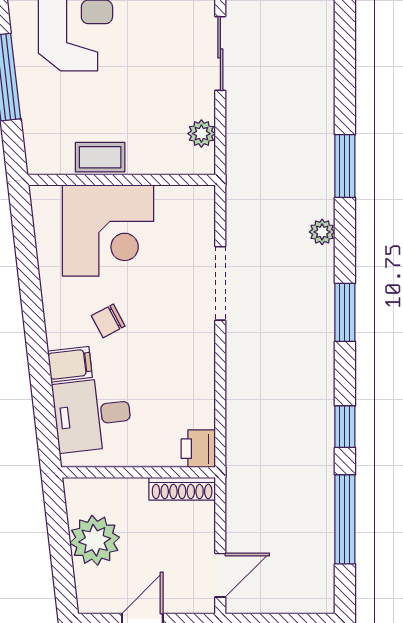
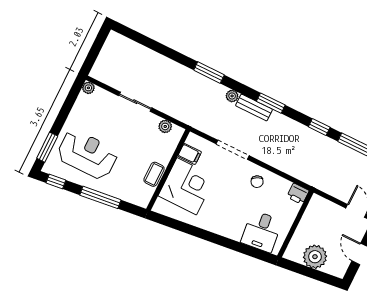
bench: (321, 285) -> (254, 108), added
chair: (108, 321) -> (257, 182), moved
filing cabinet: (70, 364) -> (190, 154), moved, turned 97
shoe rack: (182, 489) -> (311, 209), removed

